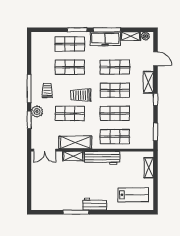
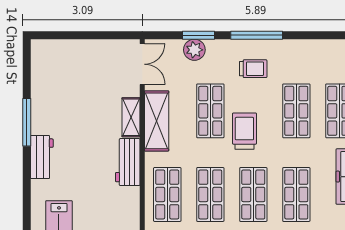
plant: (37, 111) -> (194, 50), moved
double door: (45, 150) -> (142, 64), swing flipped
workbench: (102, 158) -> (128, 162), width x0.73

